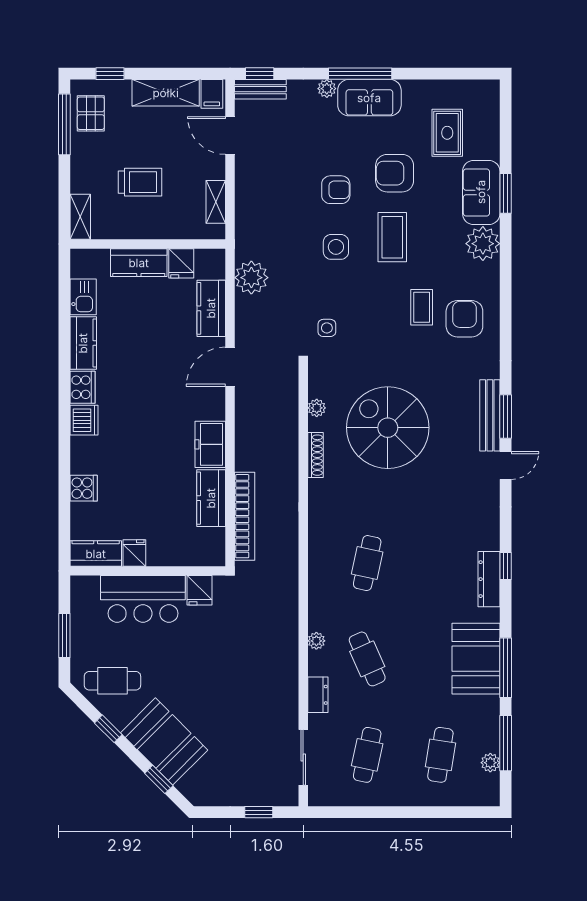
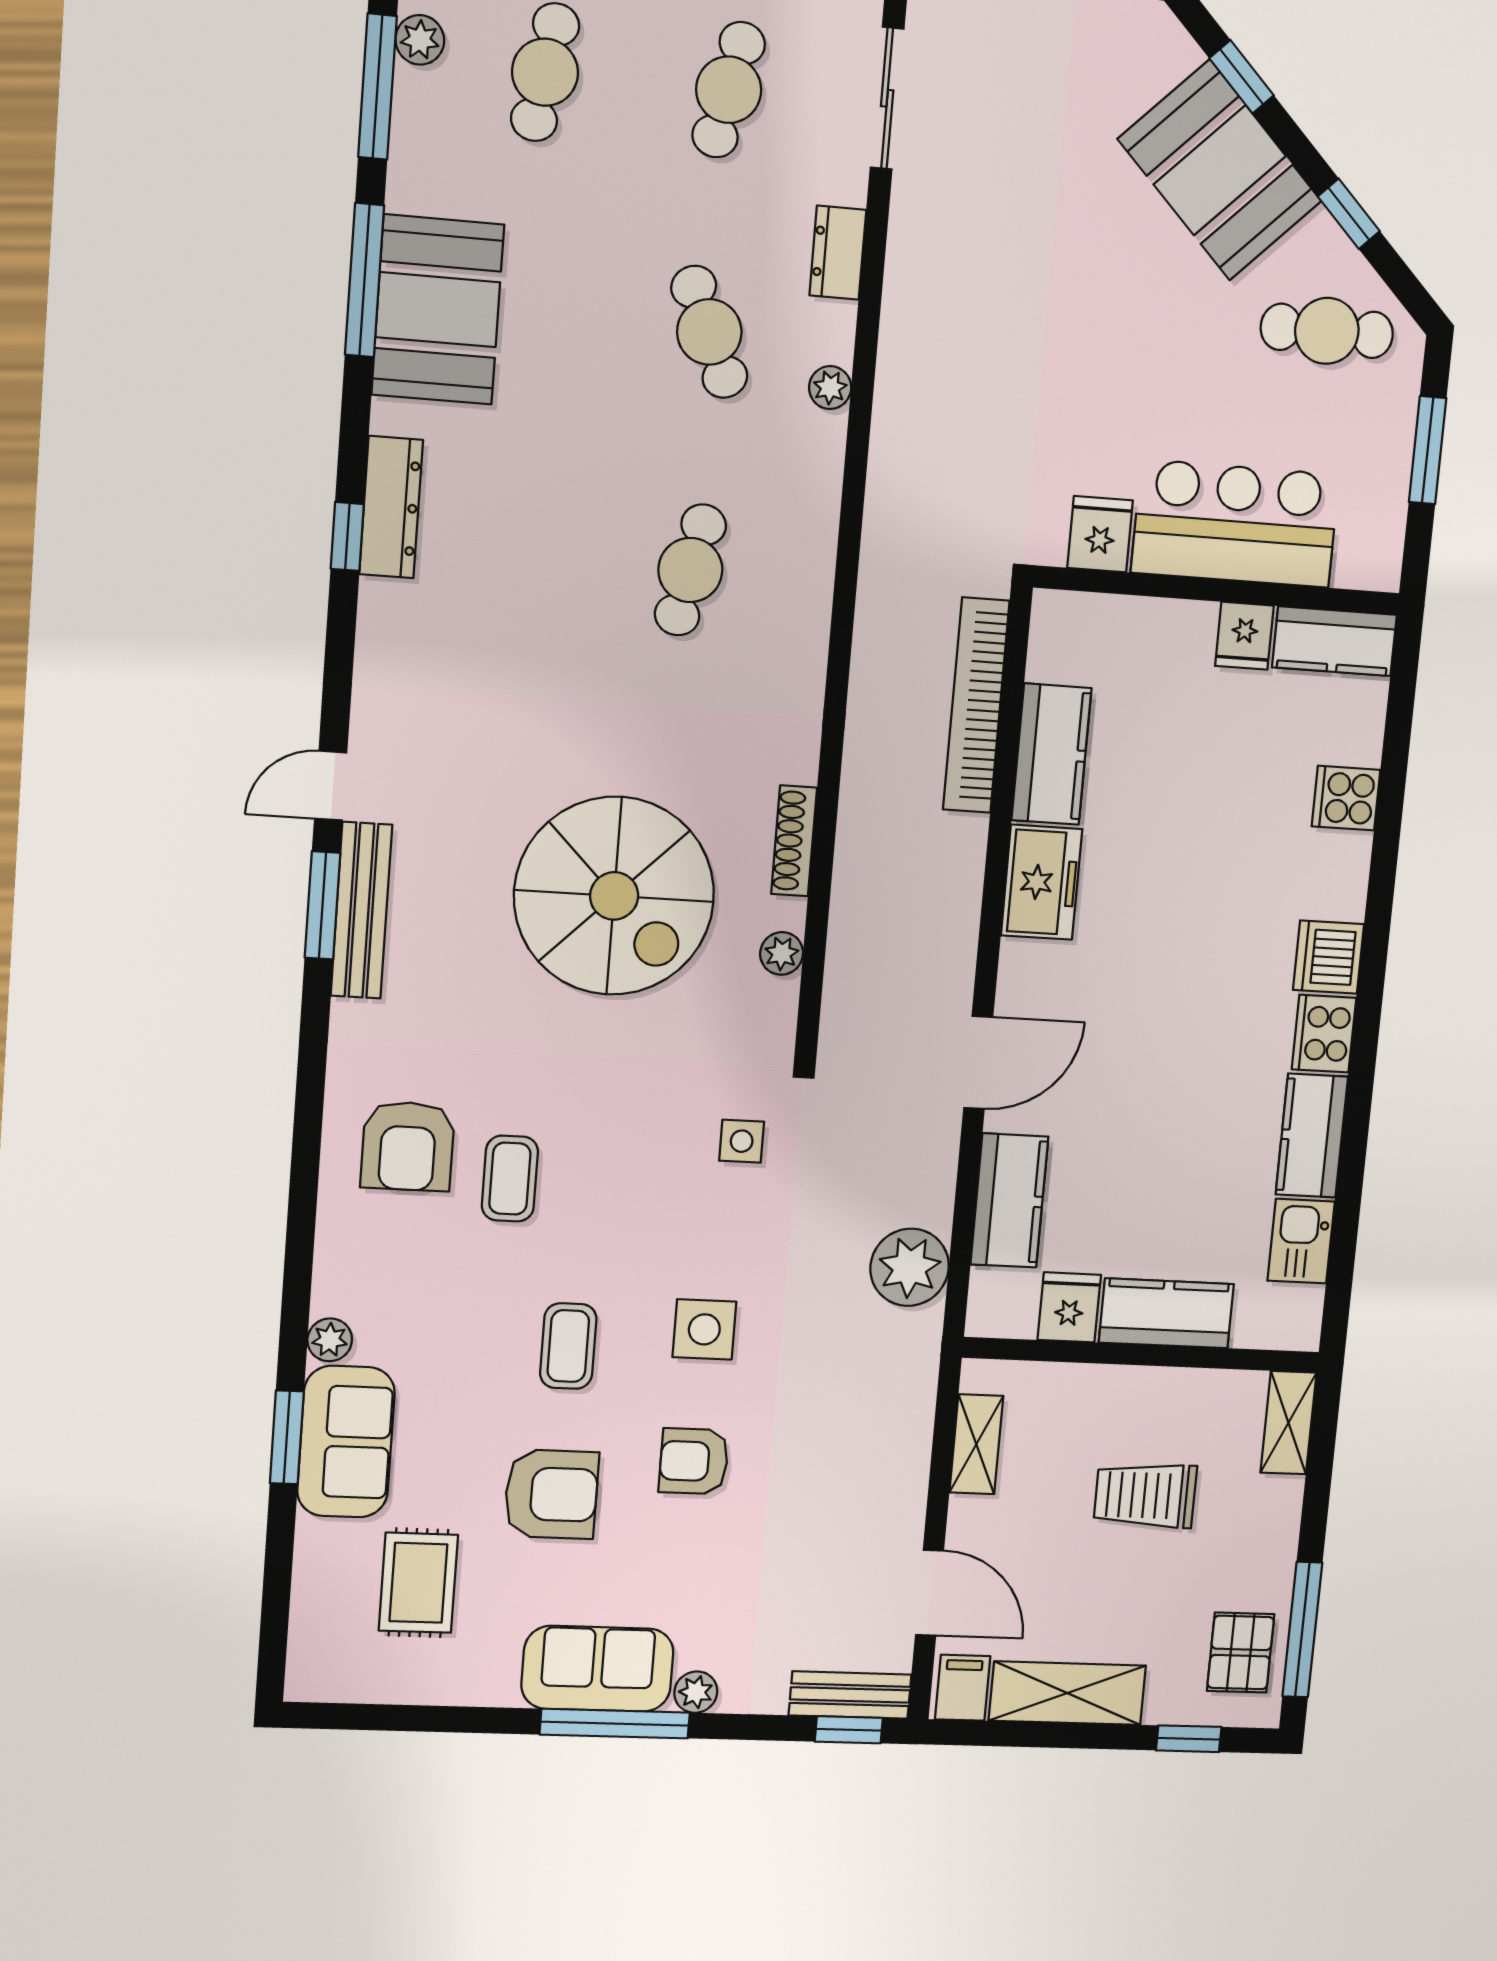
coffee table: (392, 237) -> (568, 1346), width x0.73, depth x0.77
plant: (483, 244) -> (330, 1340), width x0.53, depth x0.53

